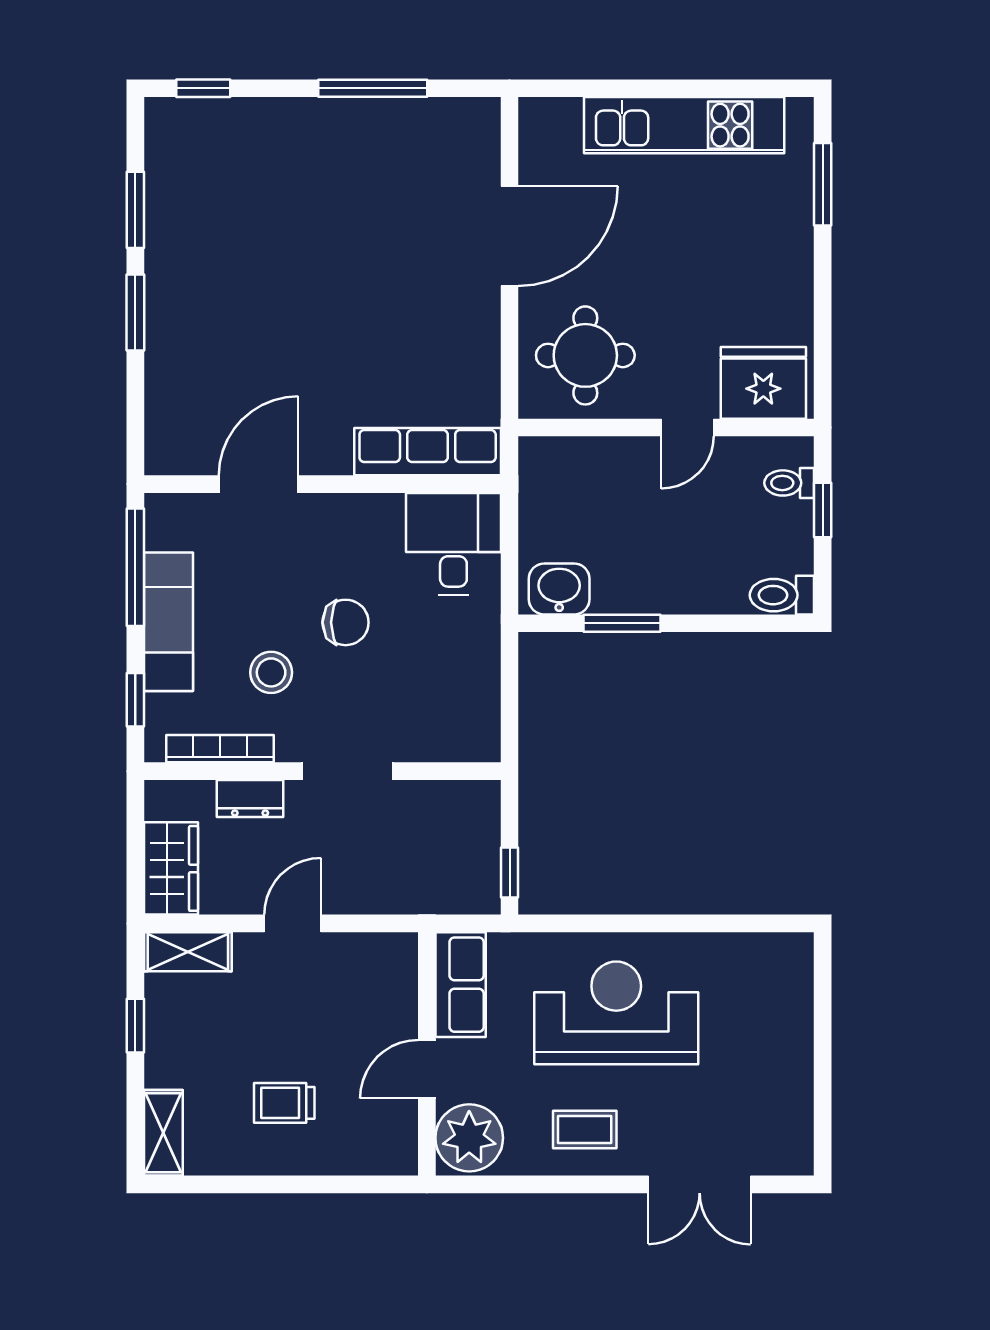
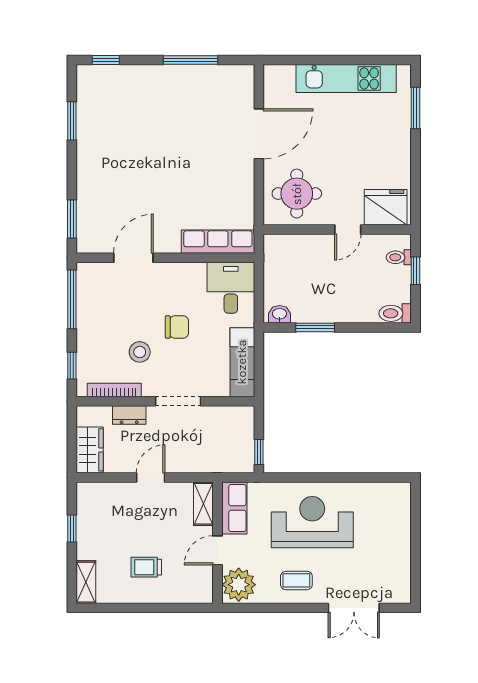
window: (135, 312) -> (72, 219), moved
washbasin: (559, 589) -> (280, 314), width x0.72, depth x0.69
exam couch: (168, 622) -> (242, 362), moved, turned 180
shelving: (188, 952) -> (203, 504), moved, turned 90

